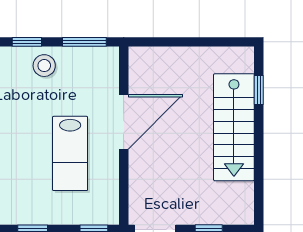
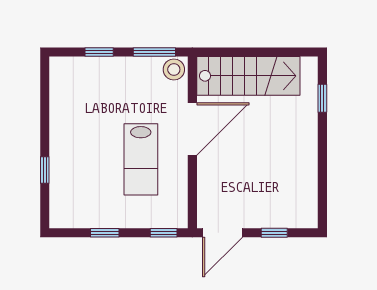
stool: (44, 66) -> (174, 69), moved
stairs: (234, 127) -> (248, 76), moved, turned -90

